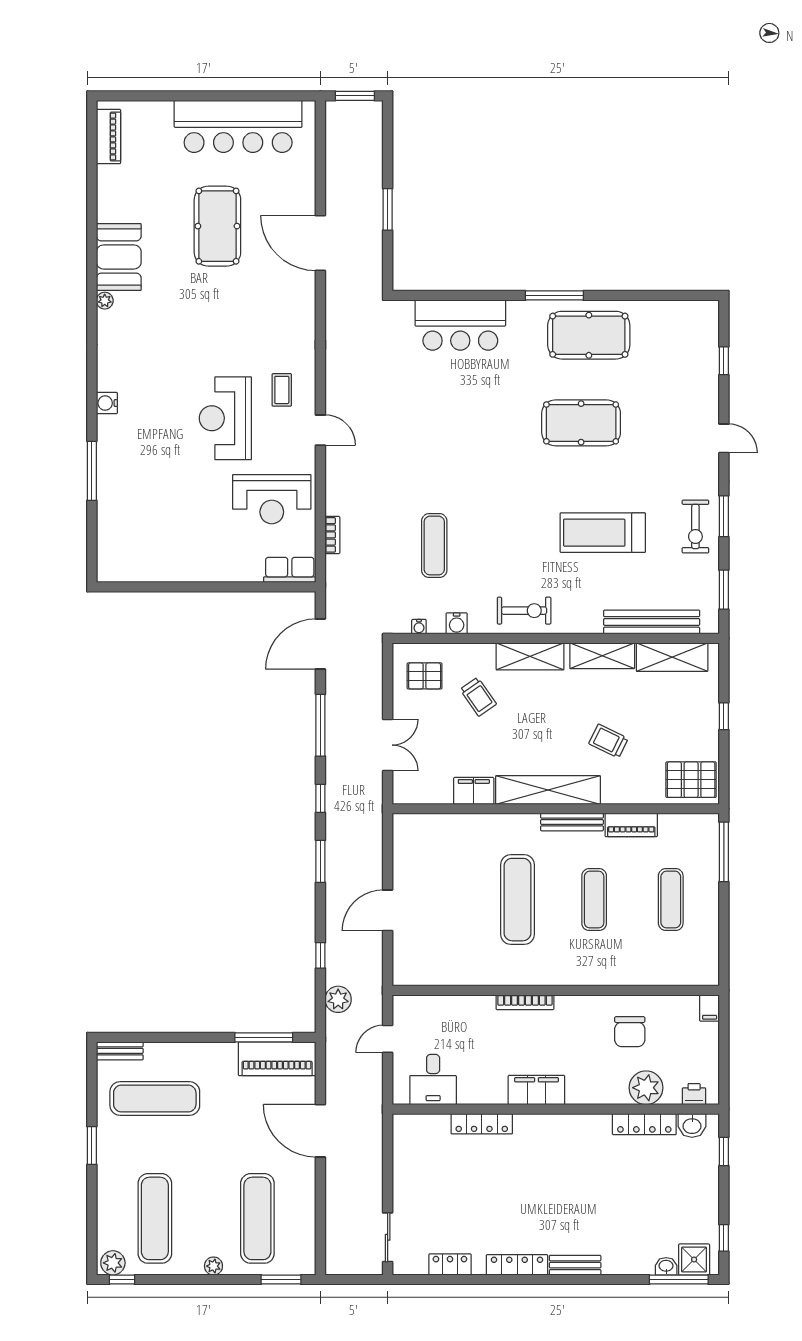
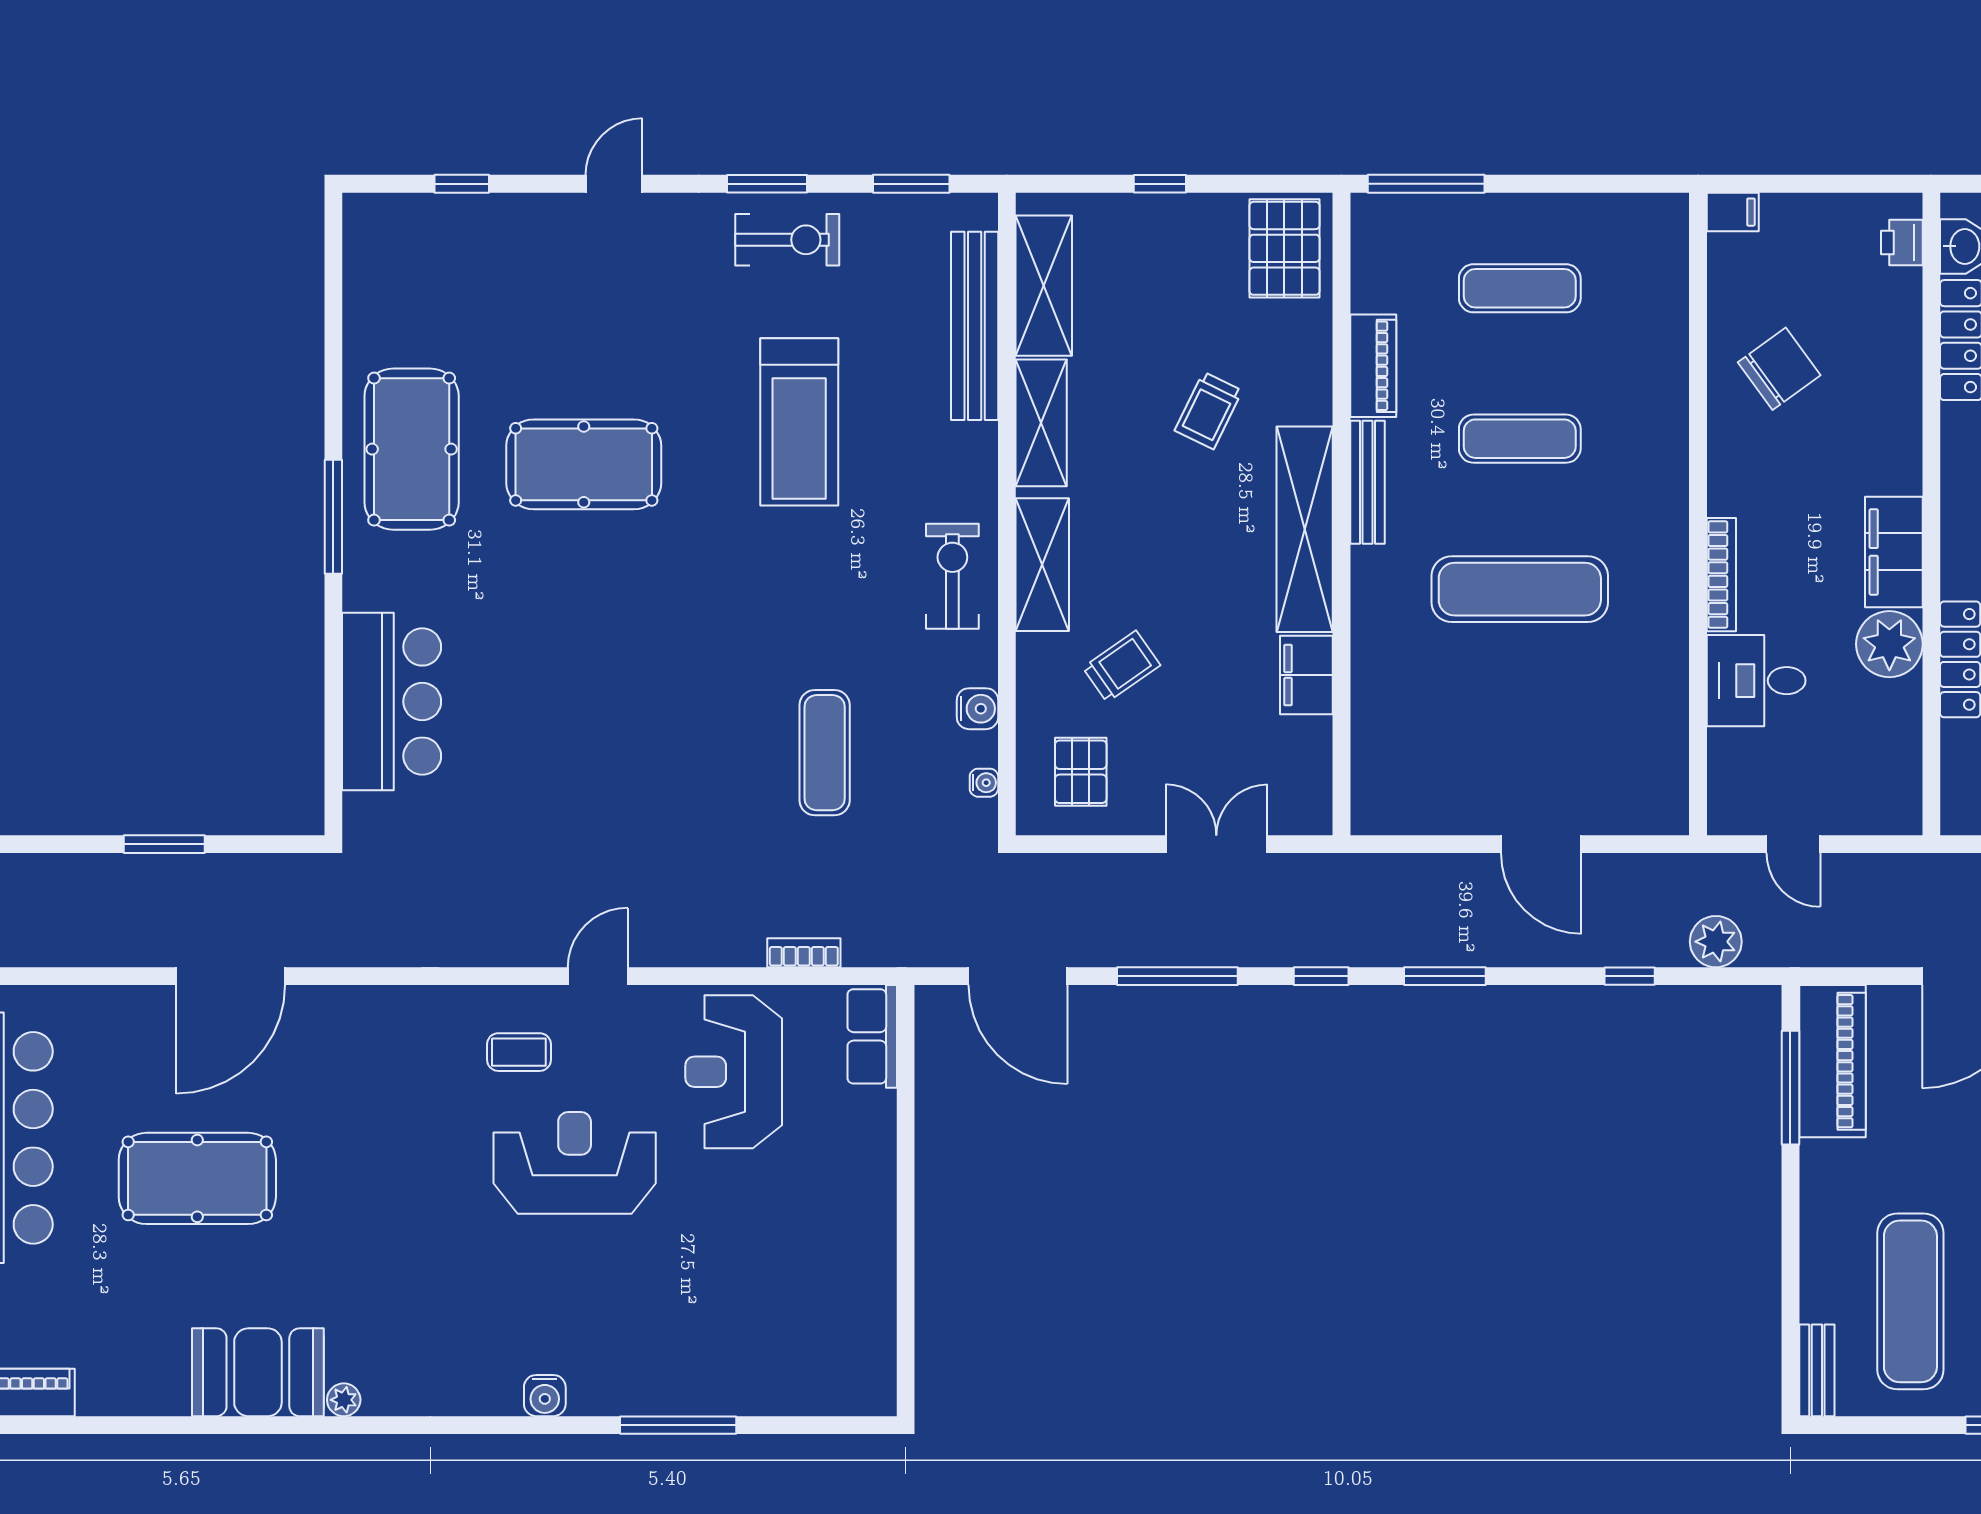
reception desk: (225, 418) -> (575, 1163), turned 180
pool table: (581, 423) -> (584, 464), turned 90
reception desk: (272, 499) -> (734, 1072), turned 180
exercise mat: (434, 546) -> (825, 753), turned 90
chair: (630, 1032) -> (1779, 369), turned -36
desk: (433, 1080) -> (1756, 681), moved, turned 180
plant: (646, 1088) -> (1889, 644), moved

